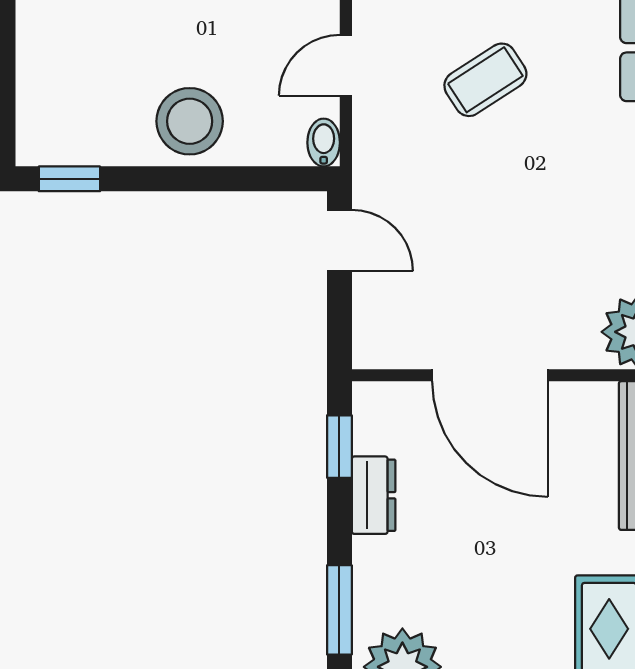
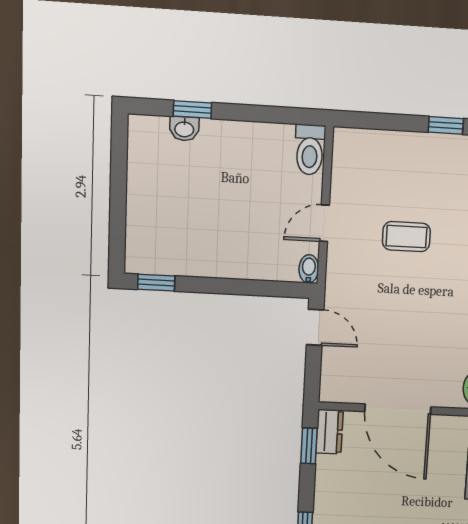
coffee table: (485, 80) -> (406, 237), turned 33
stool: (190, 121) -> (230, 252), removed
dresser: (374, 495) -> (329, 432), moved

